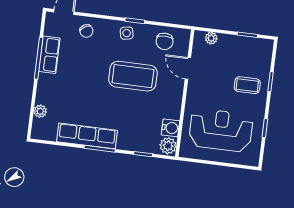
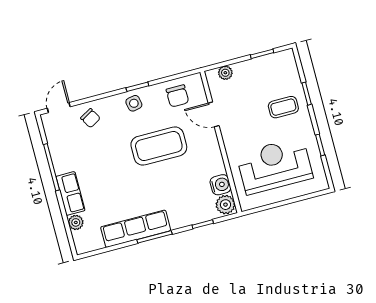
row of seats: (49, 55) -> (71, 193), moved

